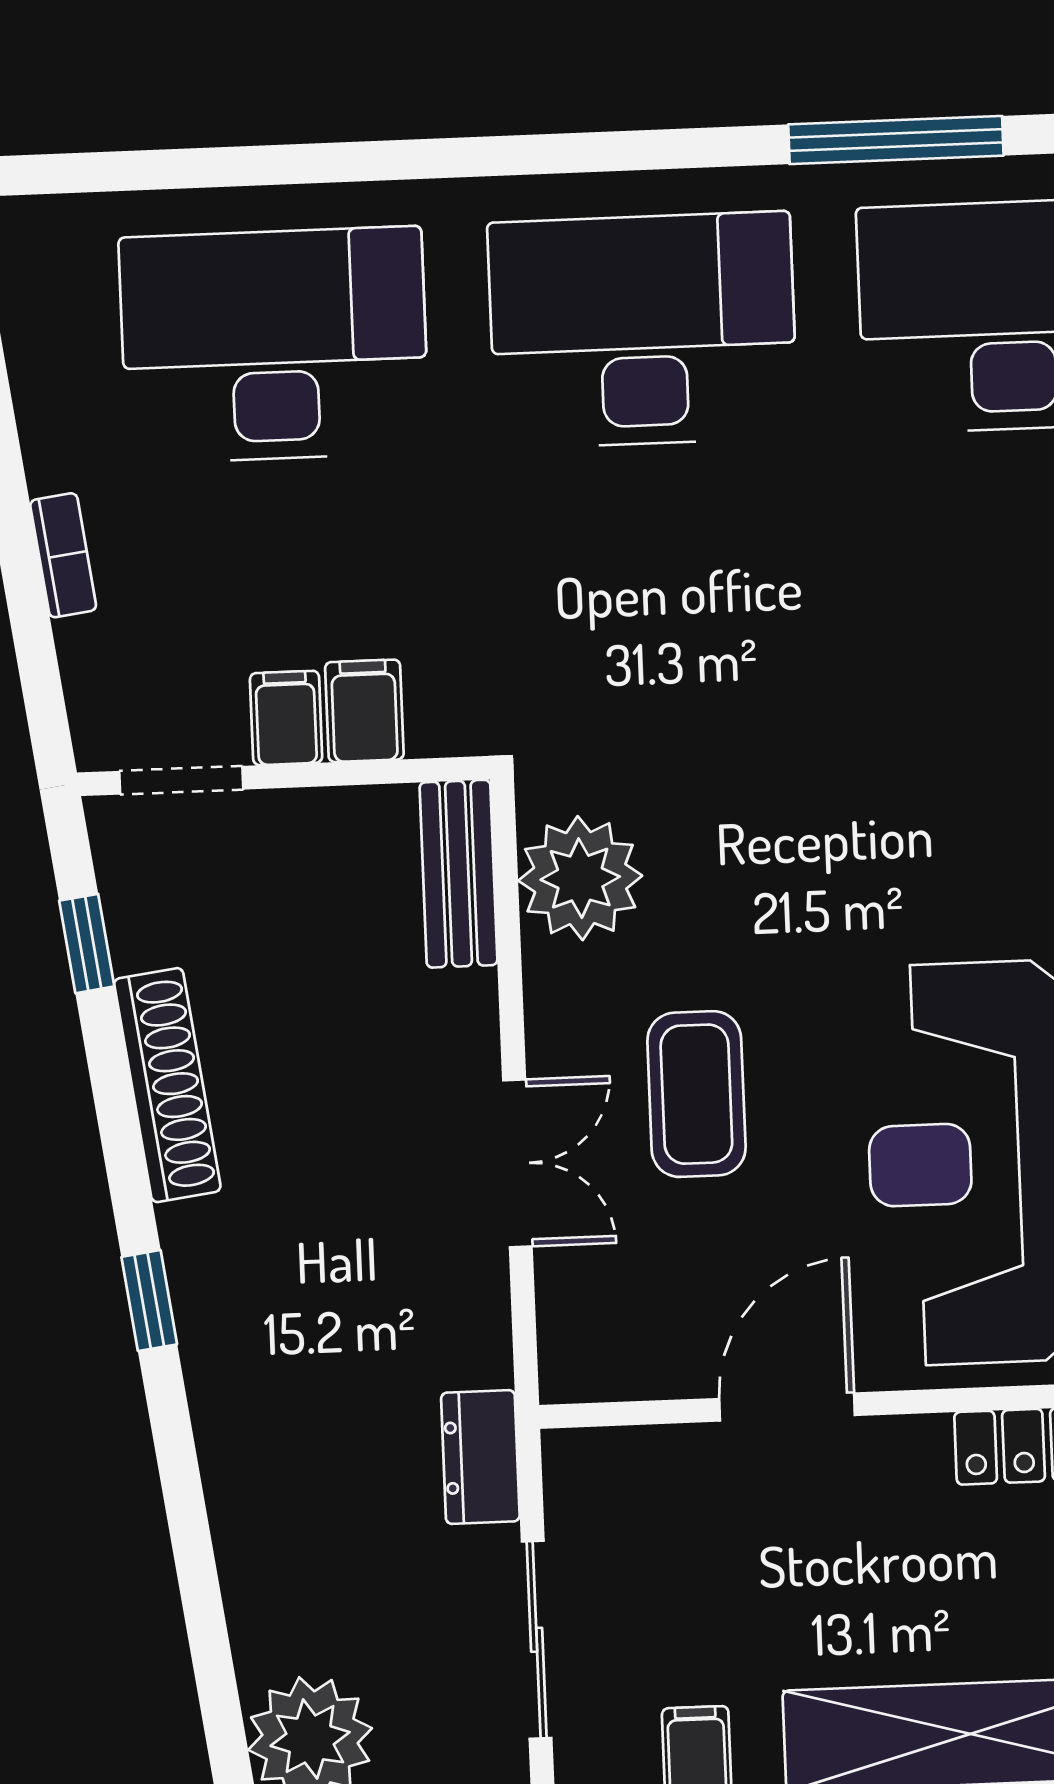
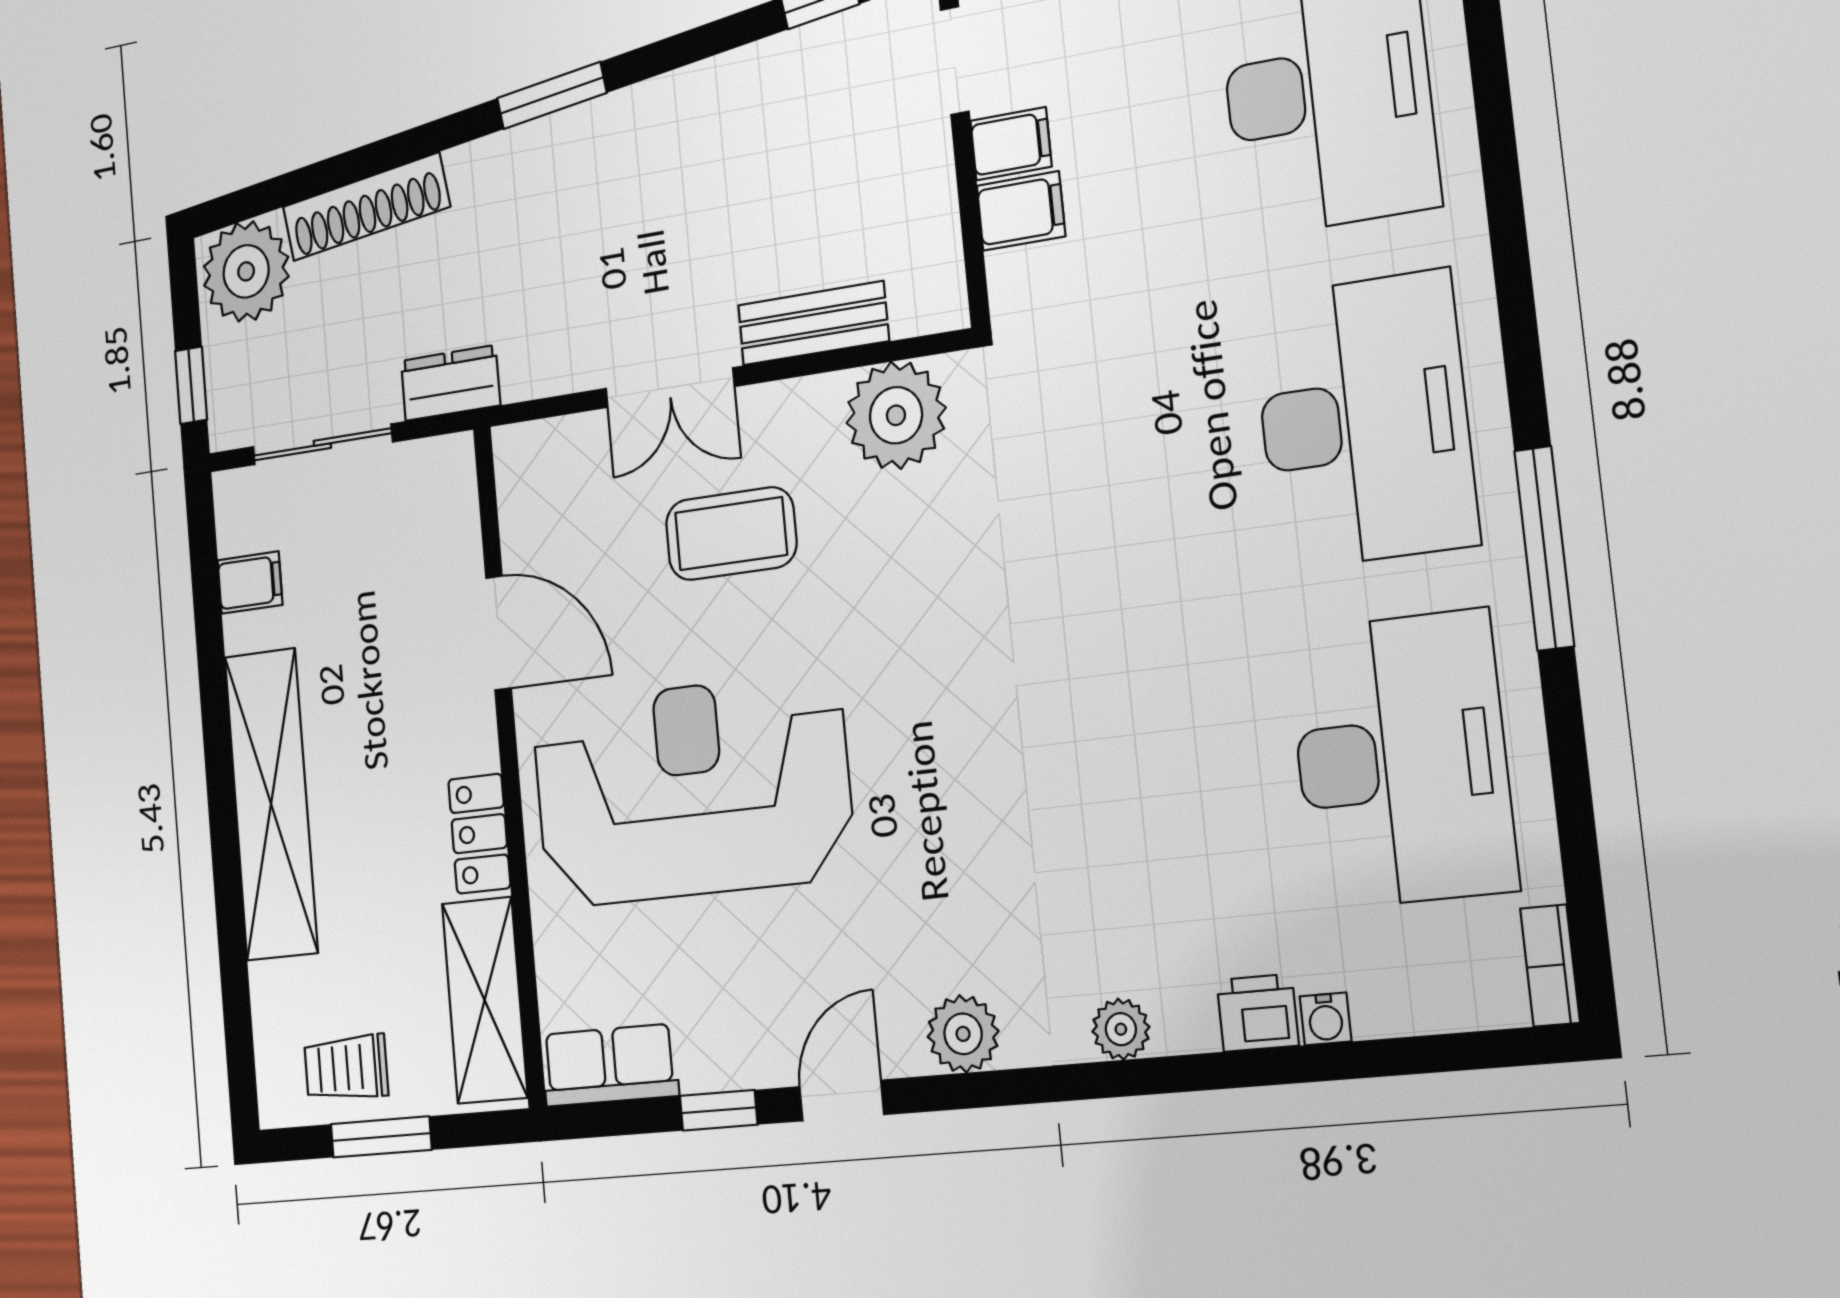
window: (896, 140) -> (1544, 548), moved
bench: (459, 874) -> (813, 323), moved
shoe rack: (167, 1085) -> (366, 207), moved
window: (149, 1301) -> (552, 96), width x1.50

